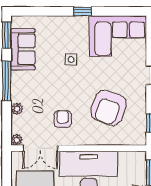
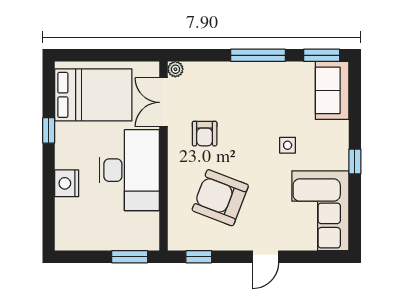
sofa: (23, 49) -> (332, 90), moved, turned 90
plant: (17, 109) -> (219, 70), removed
armchair: (63, 119) -> (205, 134), turned 90

